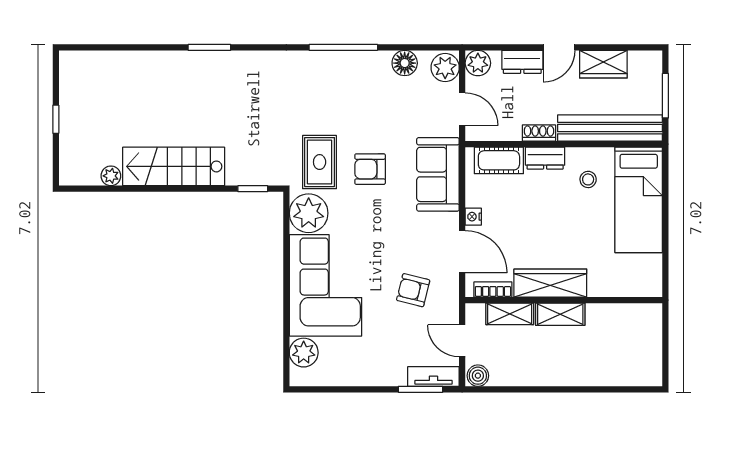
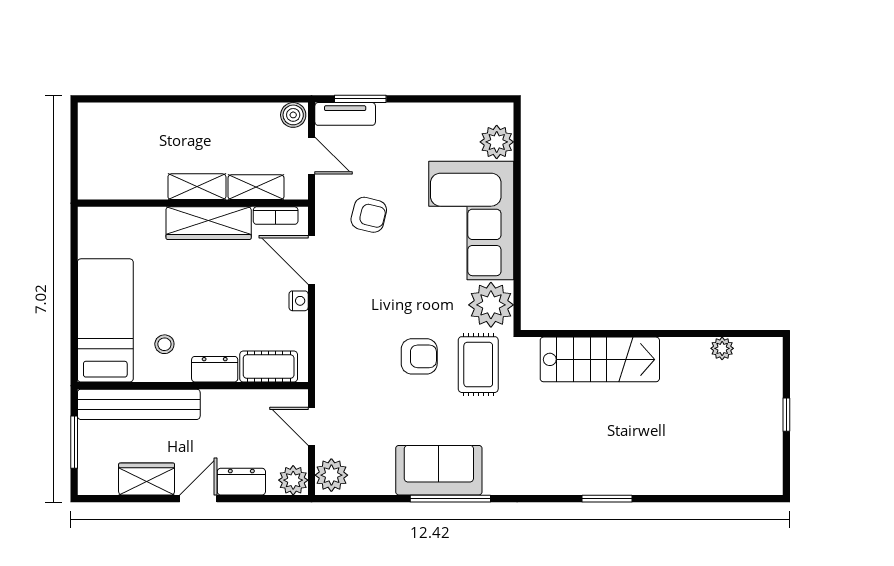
floor lamp: (405, 63) -> (379, 480), removed
shoe rack: (539, 133) -> (222, 399), removed
stairs: (174, 166) -> (600, 359), moved
sofa: (438, 174) -> (439, 470), moved, turned -90
window: (253, 189) -> (556, 333), removed

